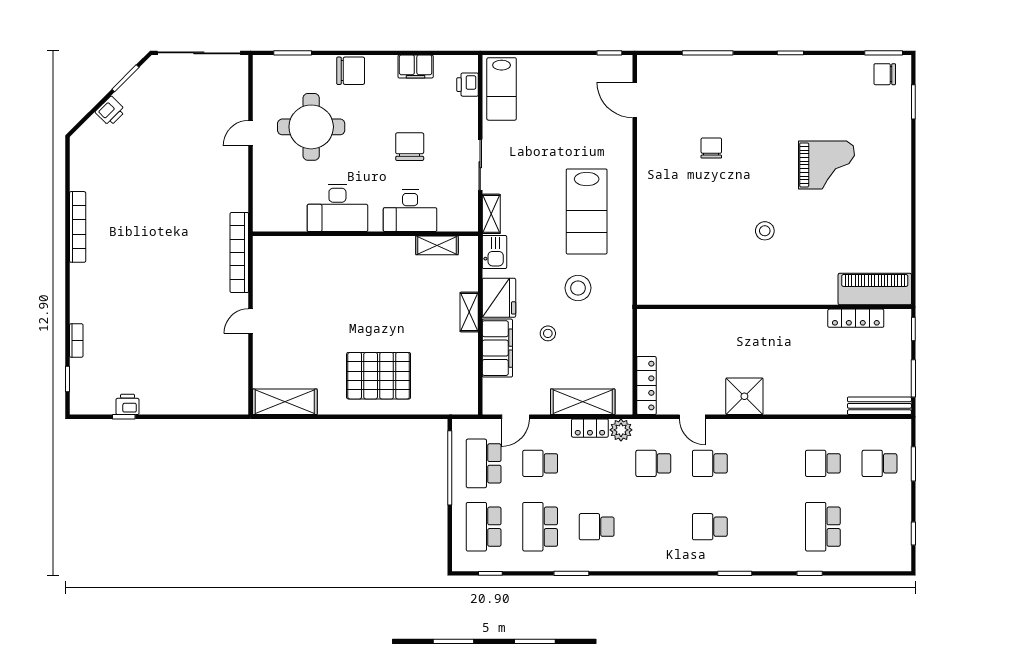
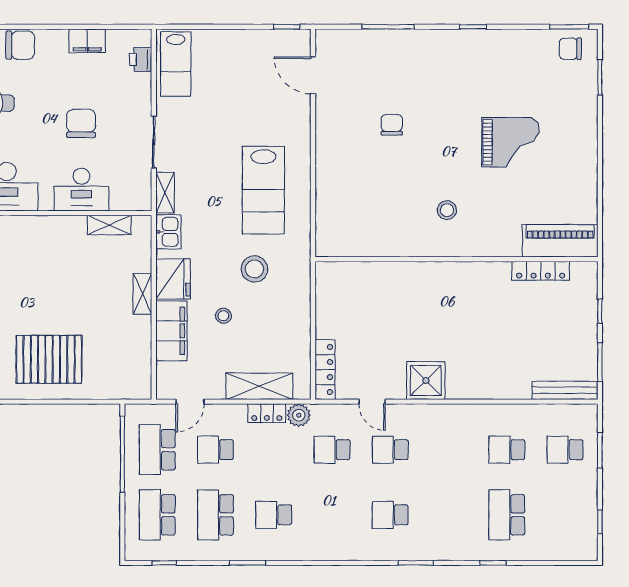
piano: (875, 289) -> (560, 241), moved
wall: (774, 307) -> (456, 259), moved
locker: (856, 318) -> (541, 271), moved

